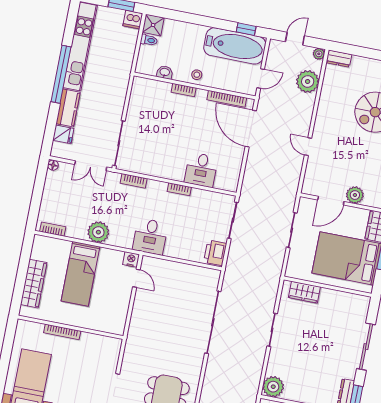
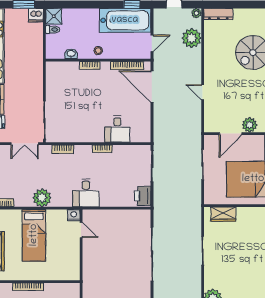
dresser: (339, 59) -> (218, 14), width x1.44

